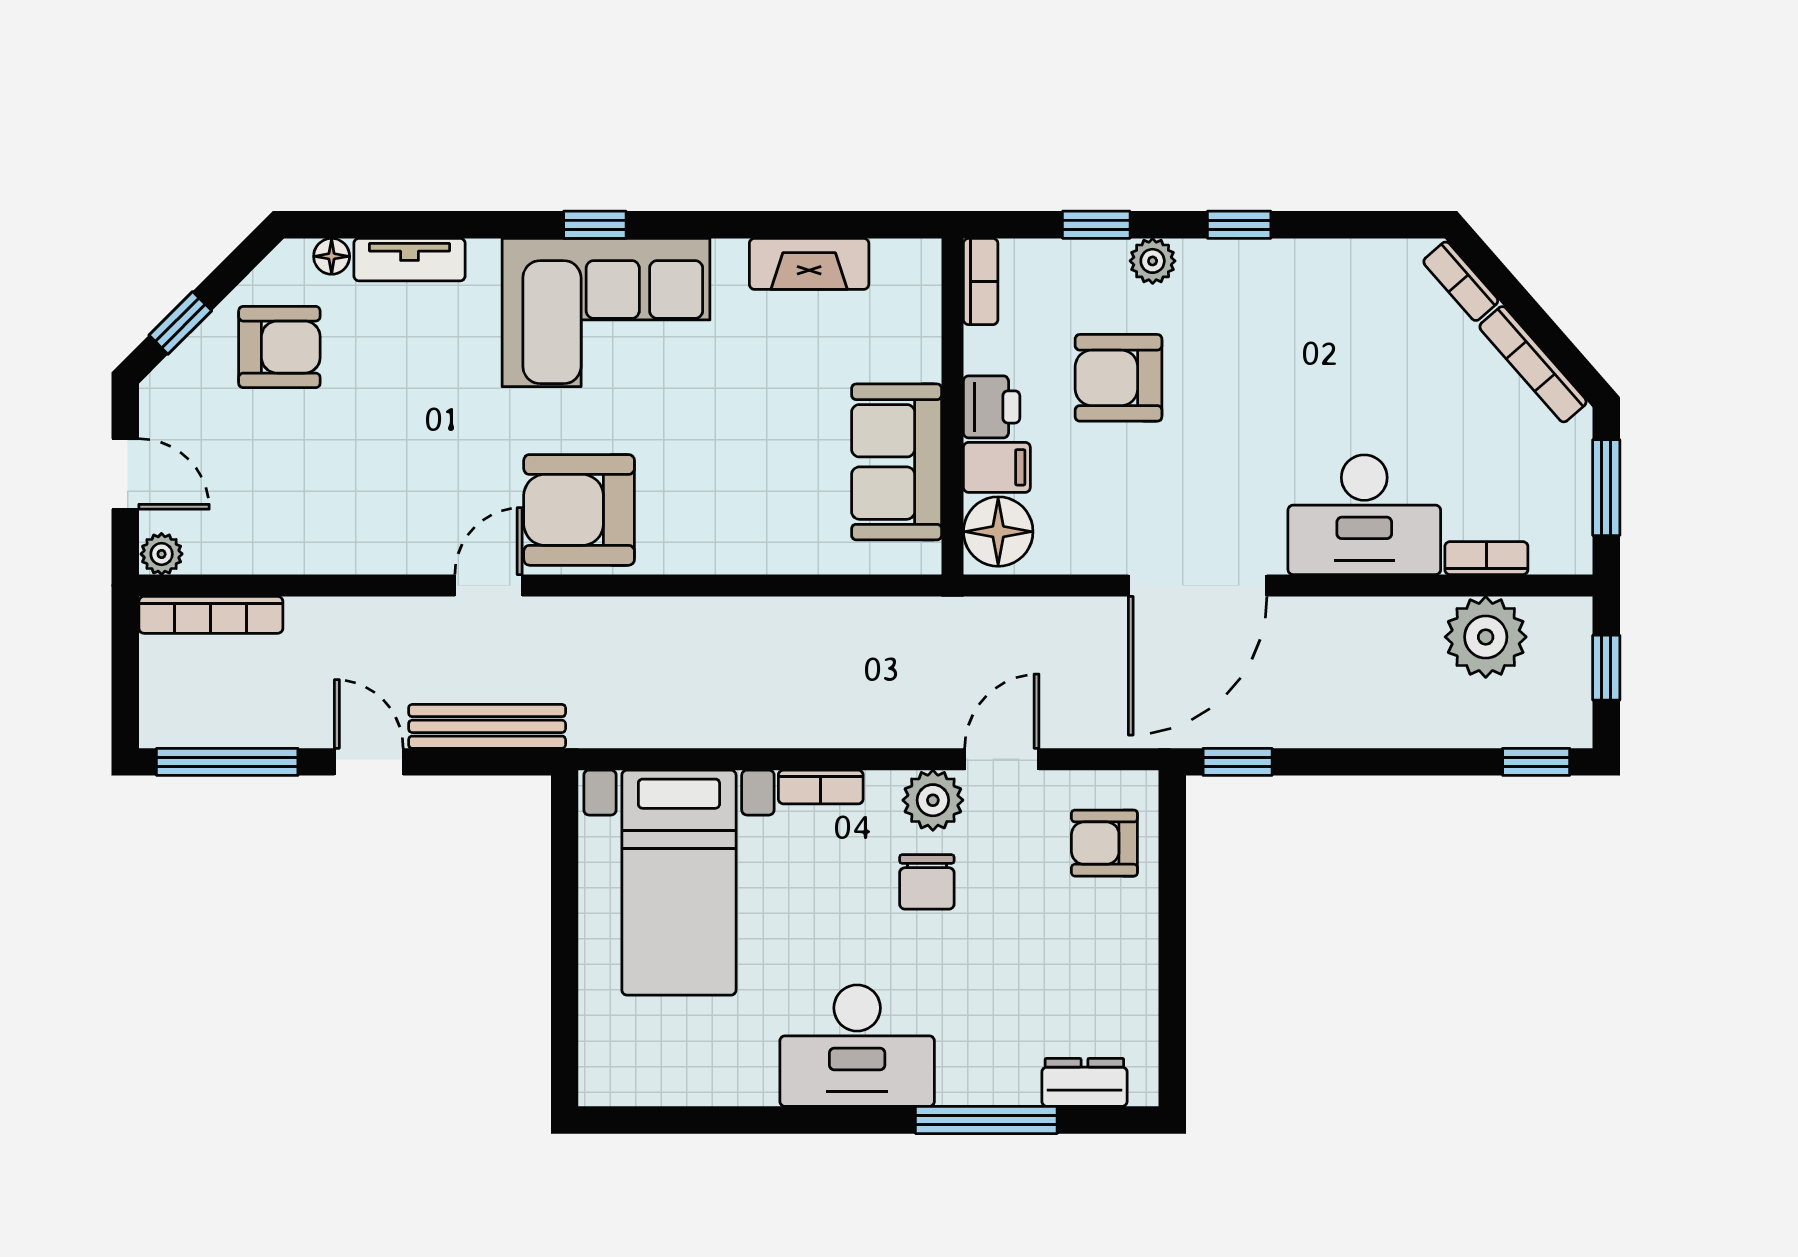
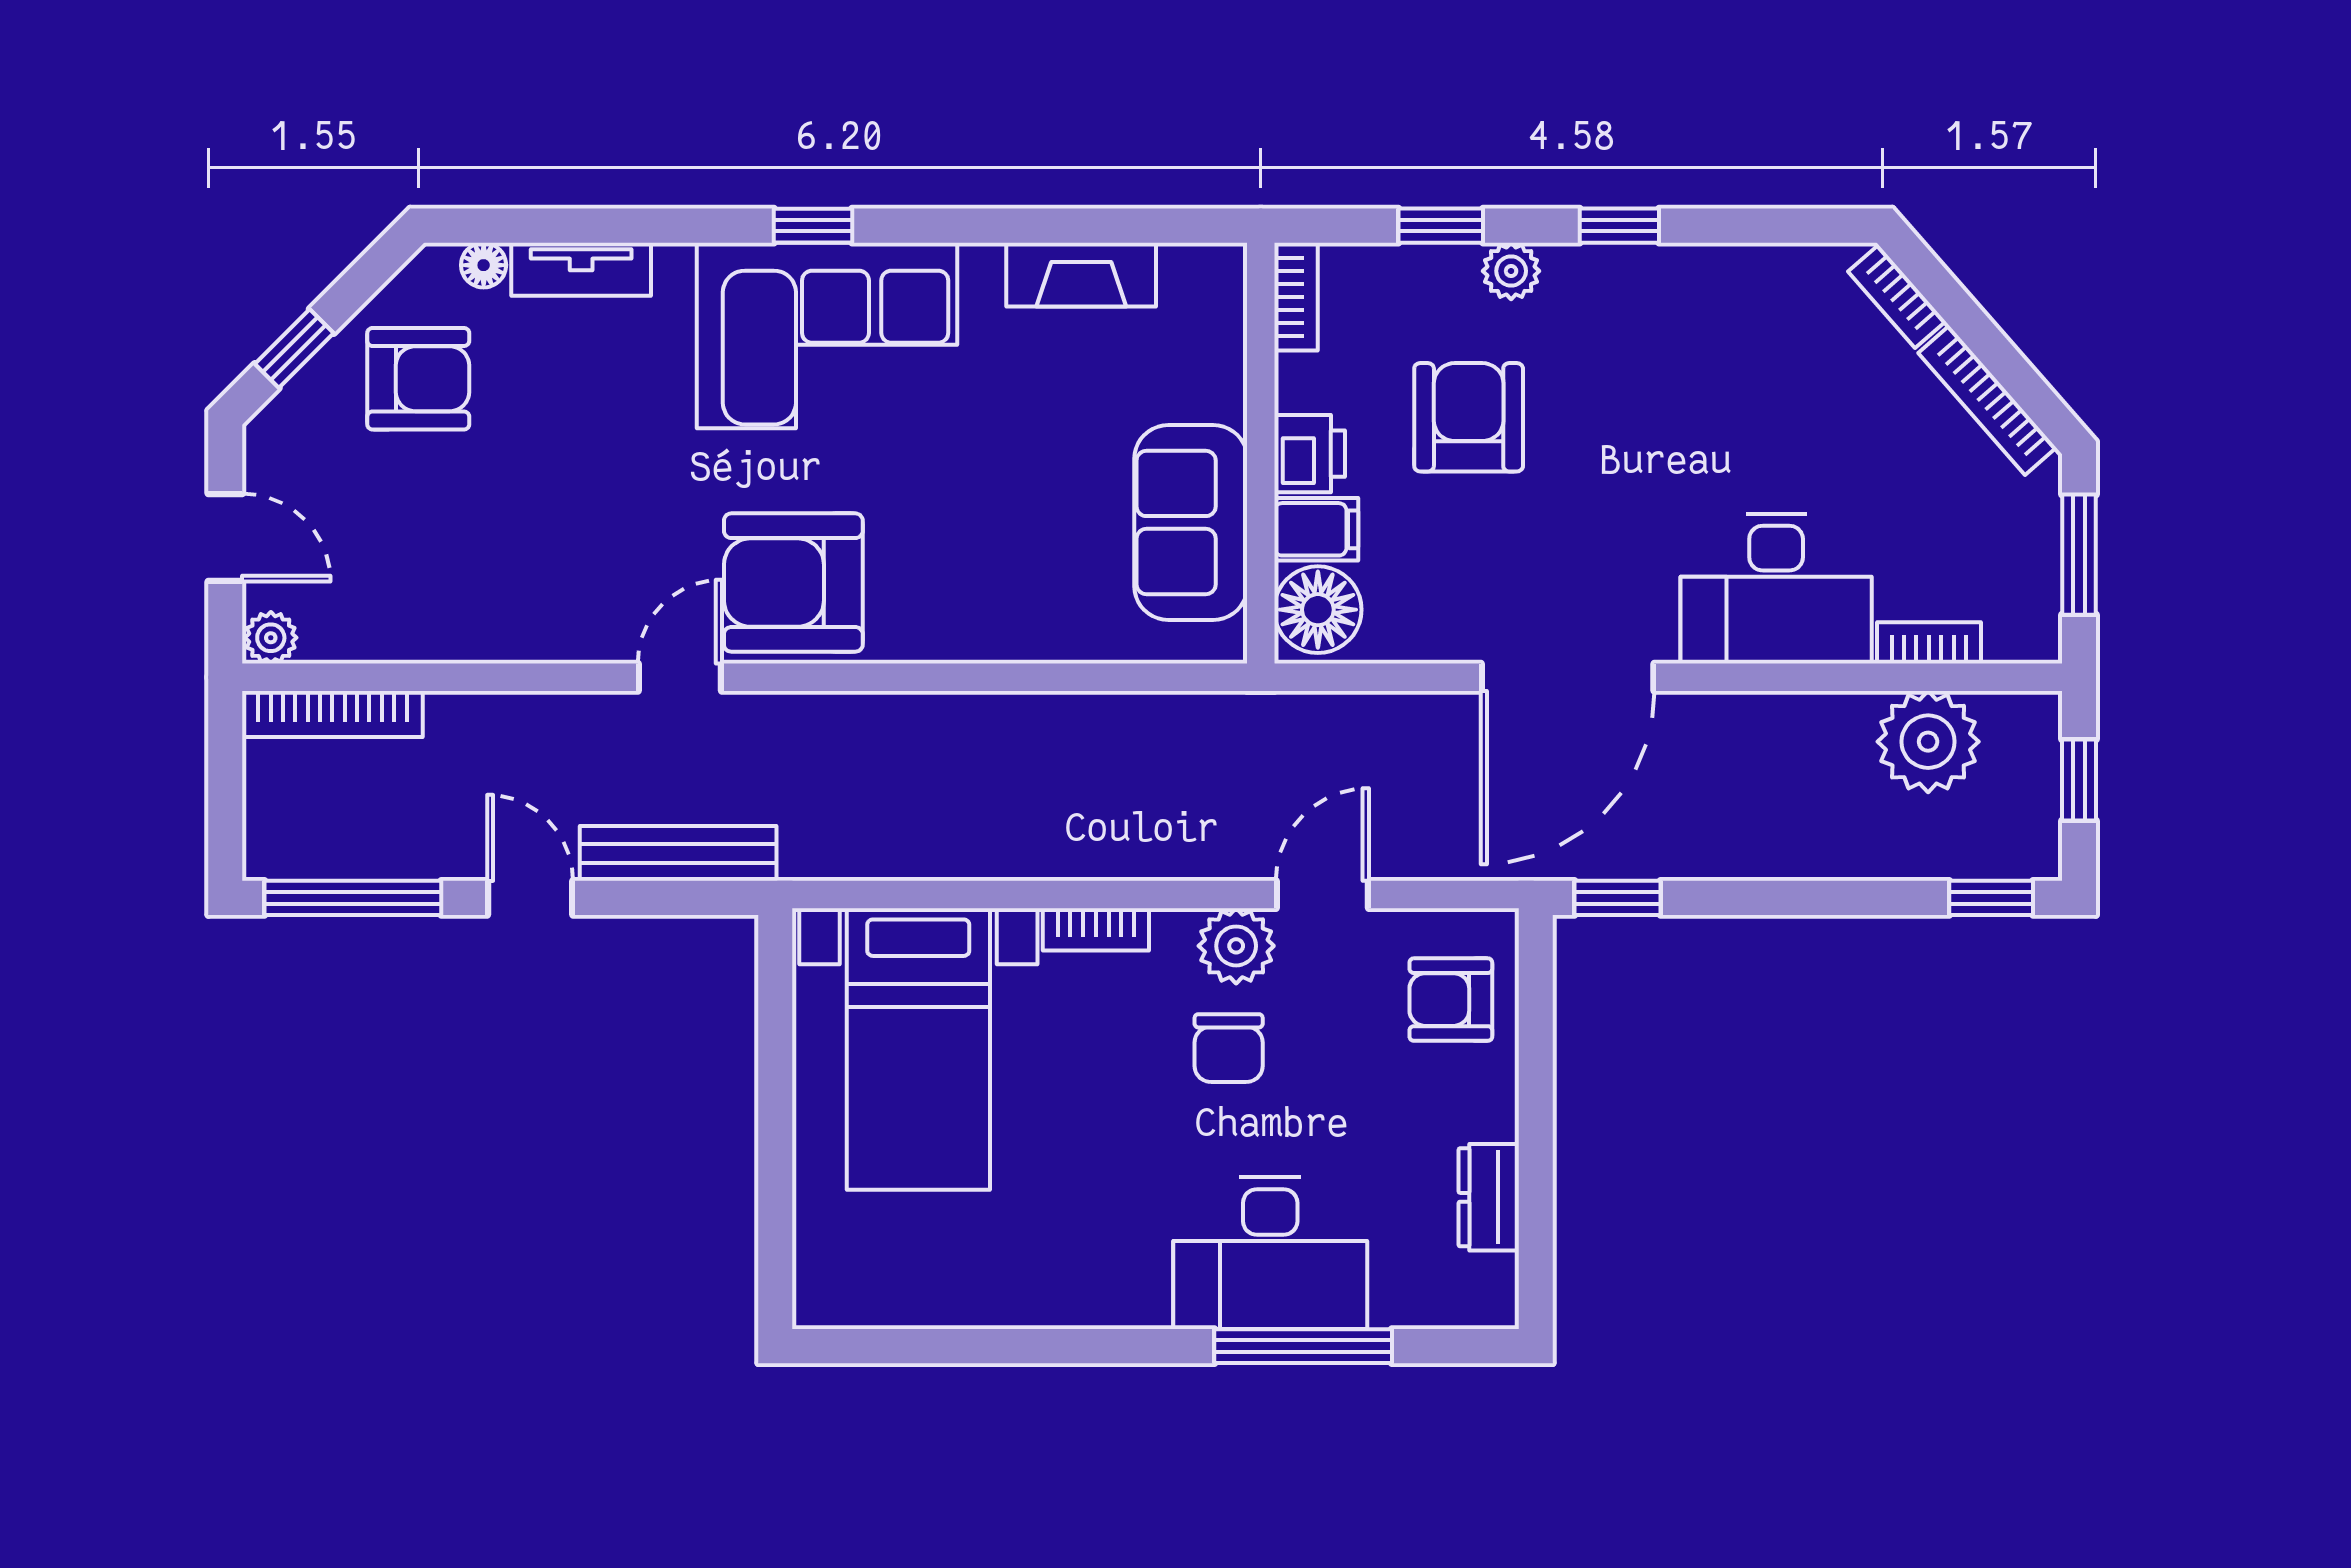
armchair: (1119, 378) -> (1469, 417), turned 90
desk: (857, 1046) -> (1270, 1253), moved
dresser: (1084, 1082) -> (1489, 1197), moved, turned -90

